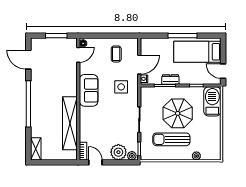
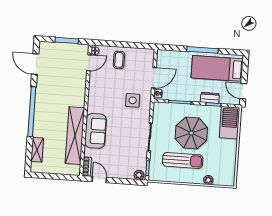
coffee table: (116, 54) -> (119, 60), moved
dresser: (170, 80) -> (210, 98), moved
sofa: (89, 90) -> (95, 131), moved
sun lounger: (171, 139) -> (183, 160), turned 180
shelving: (36, 149) -> (37, 150), moved
plant: (118, 152) -> (125, 170), removed

